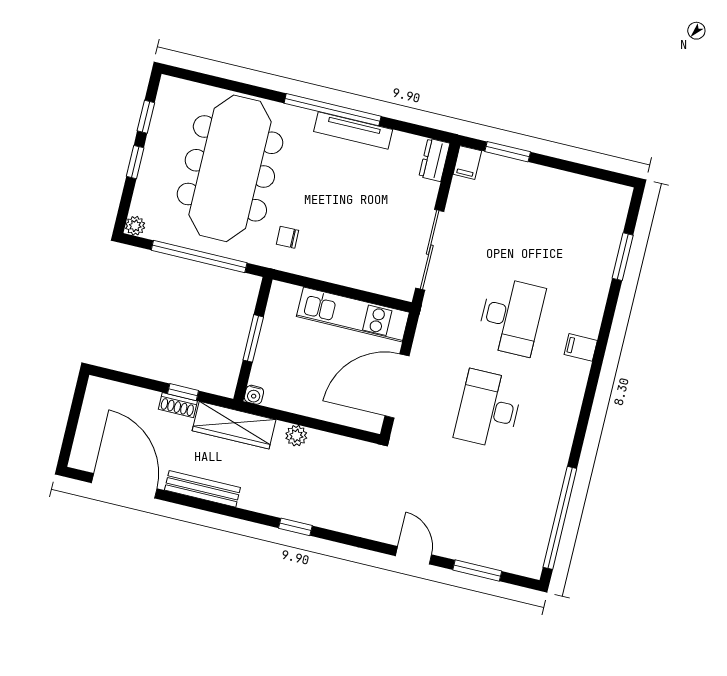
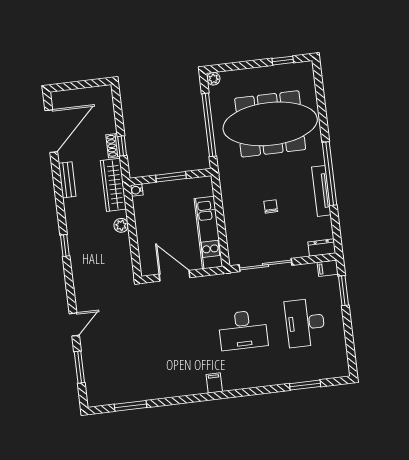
window: (135, 162) -> (252, 64), removed
chair: (288, 237) -> (271, 206), moved
filing cabinet: (581, 347) -> (214, 383), moved
door: (397, 386) -> (175, 276), width x0.73
desk: (489, 409) -> (305, 323), moved, turned -90
bench: (202, 489) -> (67, 180), width x0.73
window: (560, 518) -> (131, 406), width x0.47

